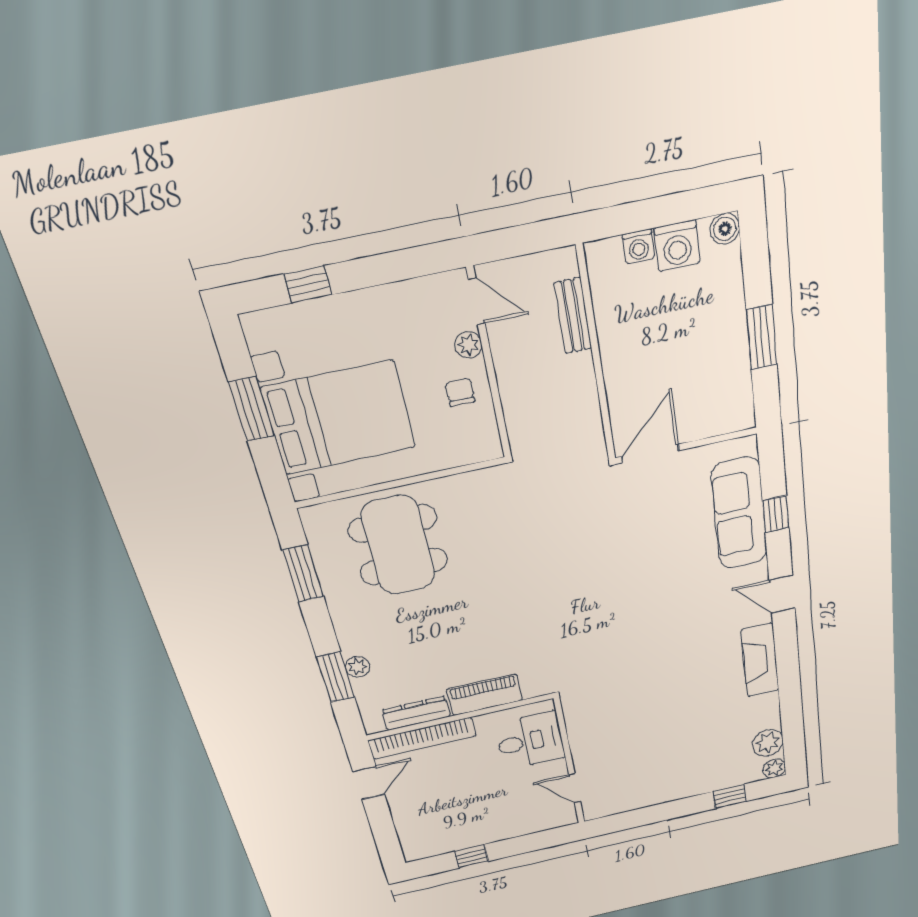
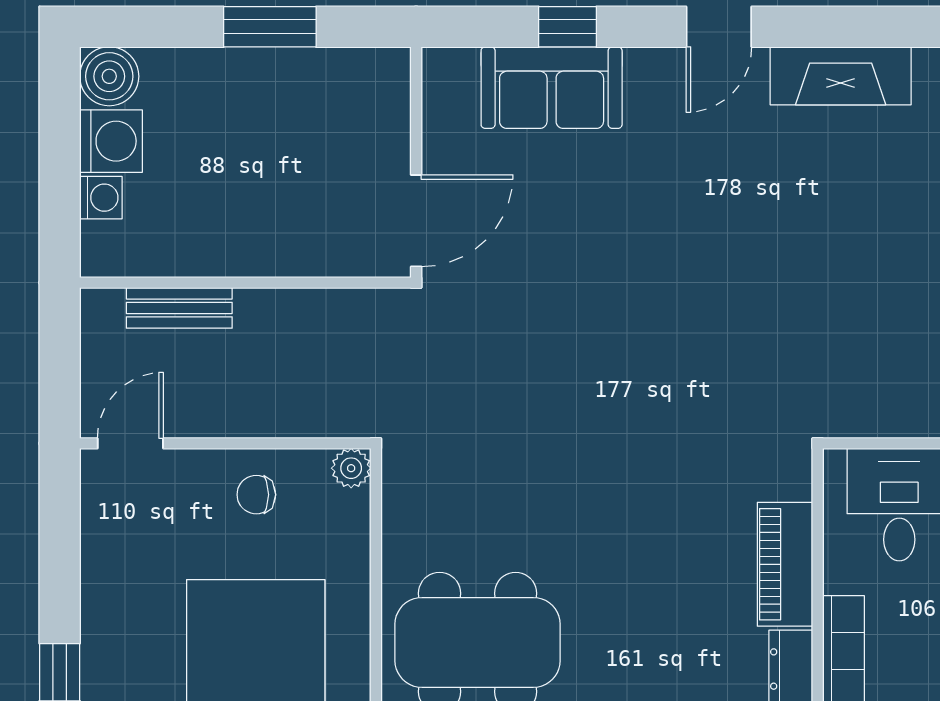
boiler: (725, 229) -> (109, 76), width x1.36, depth x1.36
plant: (468, 345) -> (351, 468), moved
door: (650, 453) -> (416, 221), swing flipped
sofa: (739, 513) -> (552, 88), width x0.73

